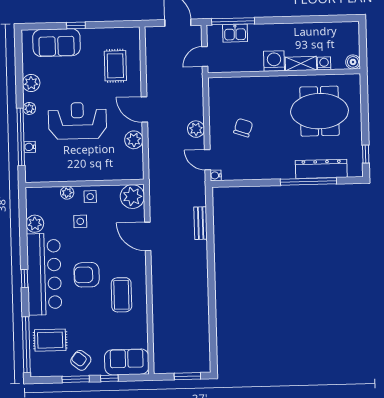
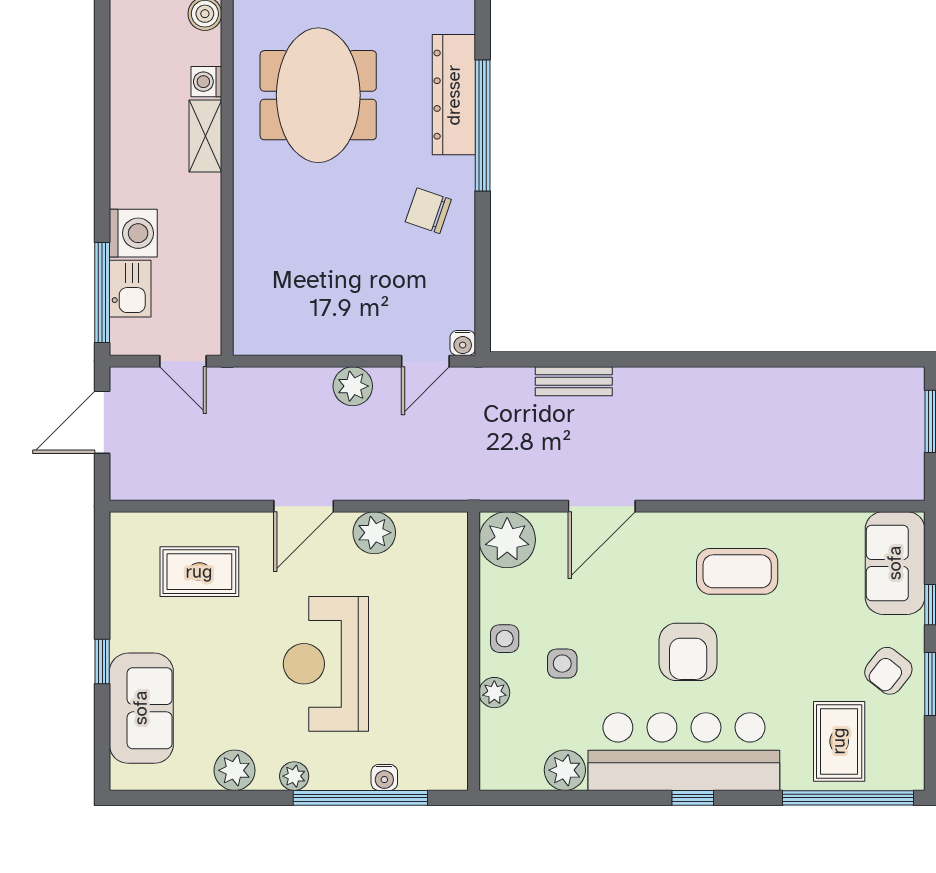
washing machine: (274, 61) -> (133, 233), moved, turned 180
chair: (243, 128) -> (428, 211), moved

